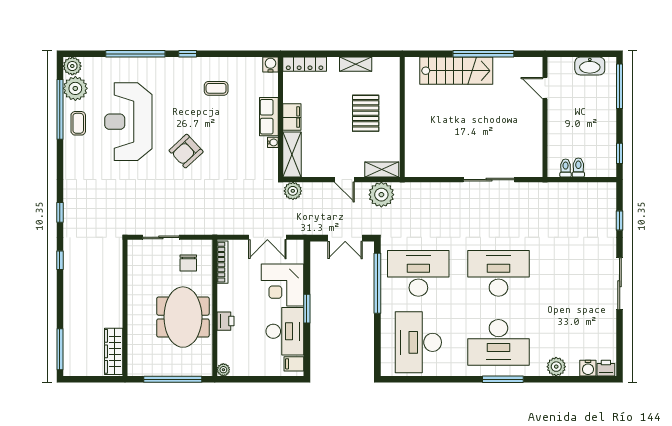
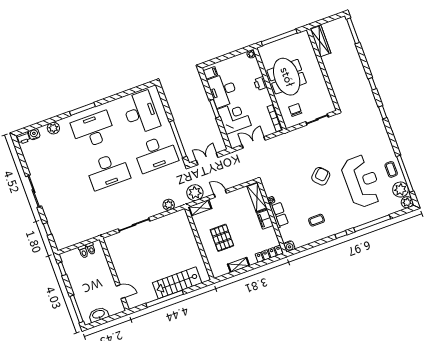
plant: (293, 191) -> (169, 205), moved

